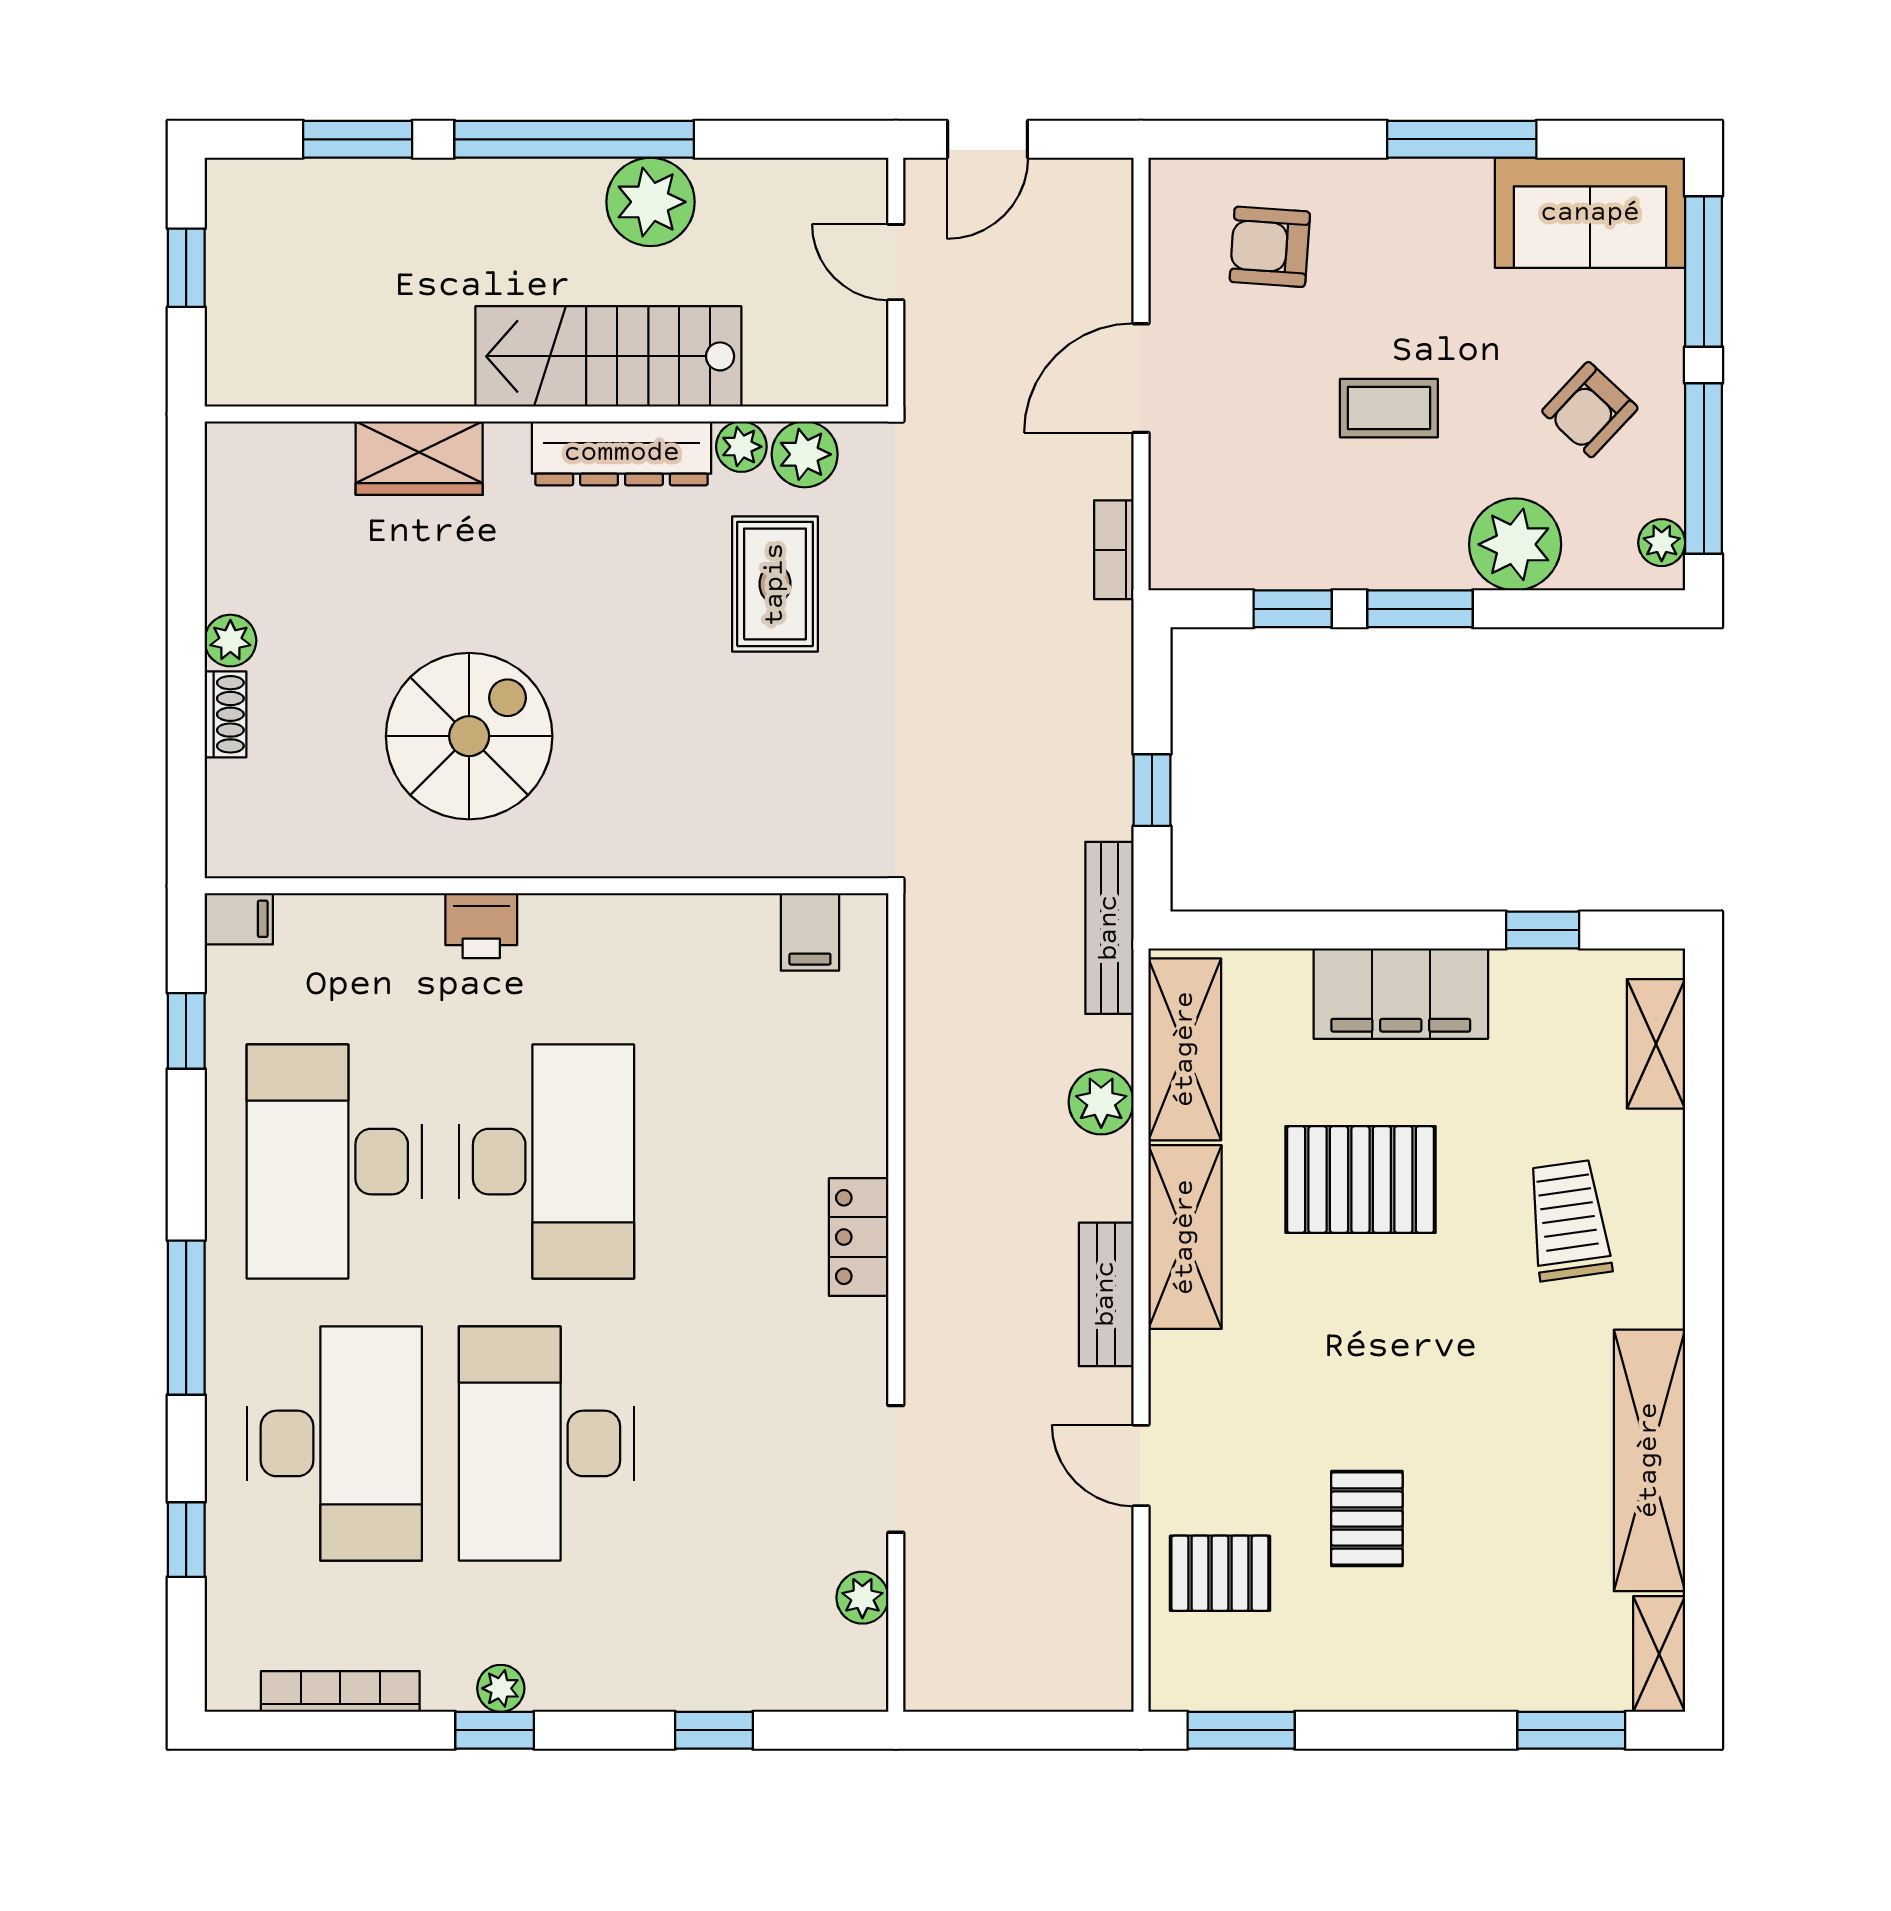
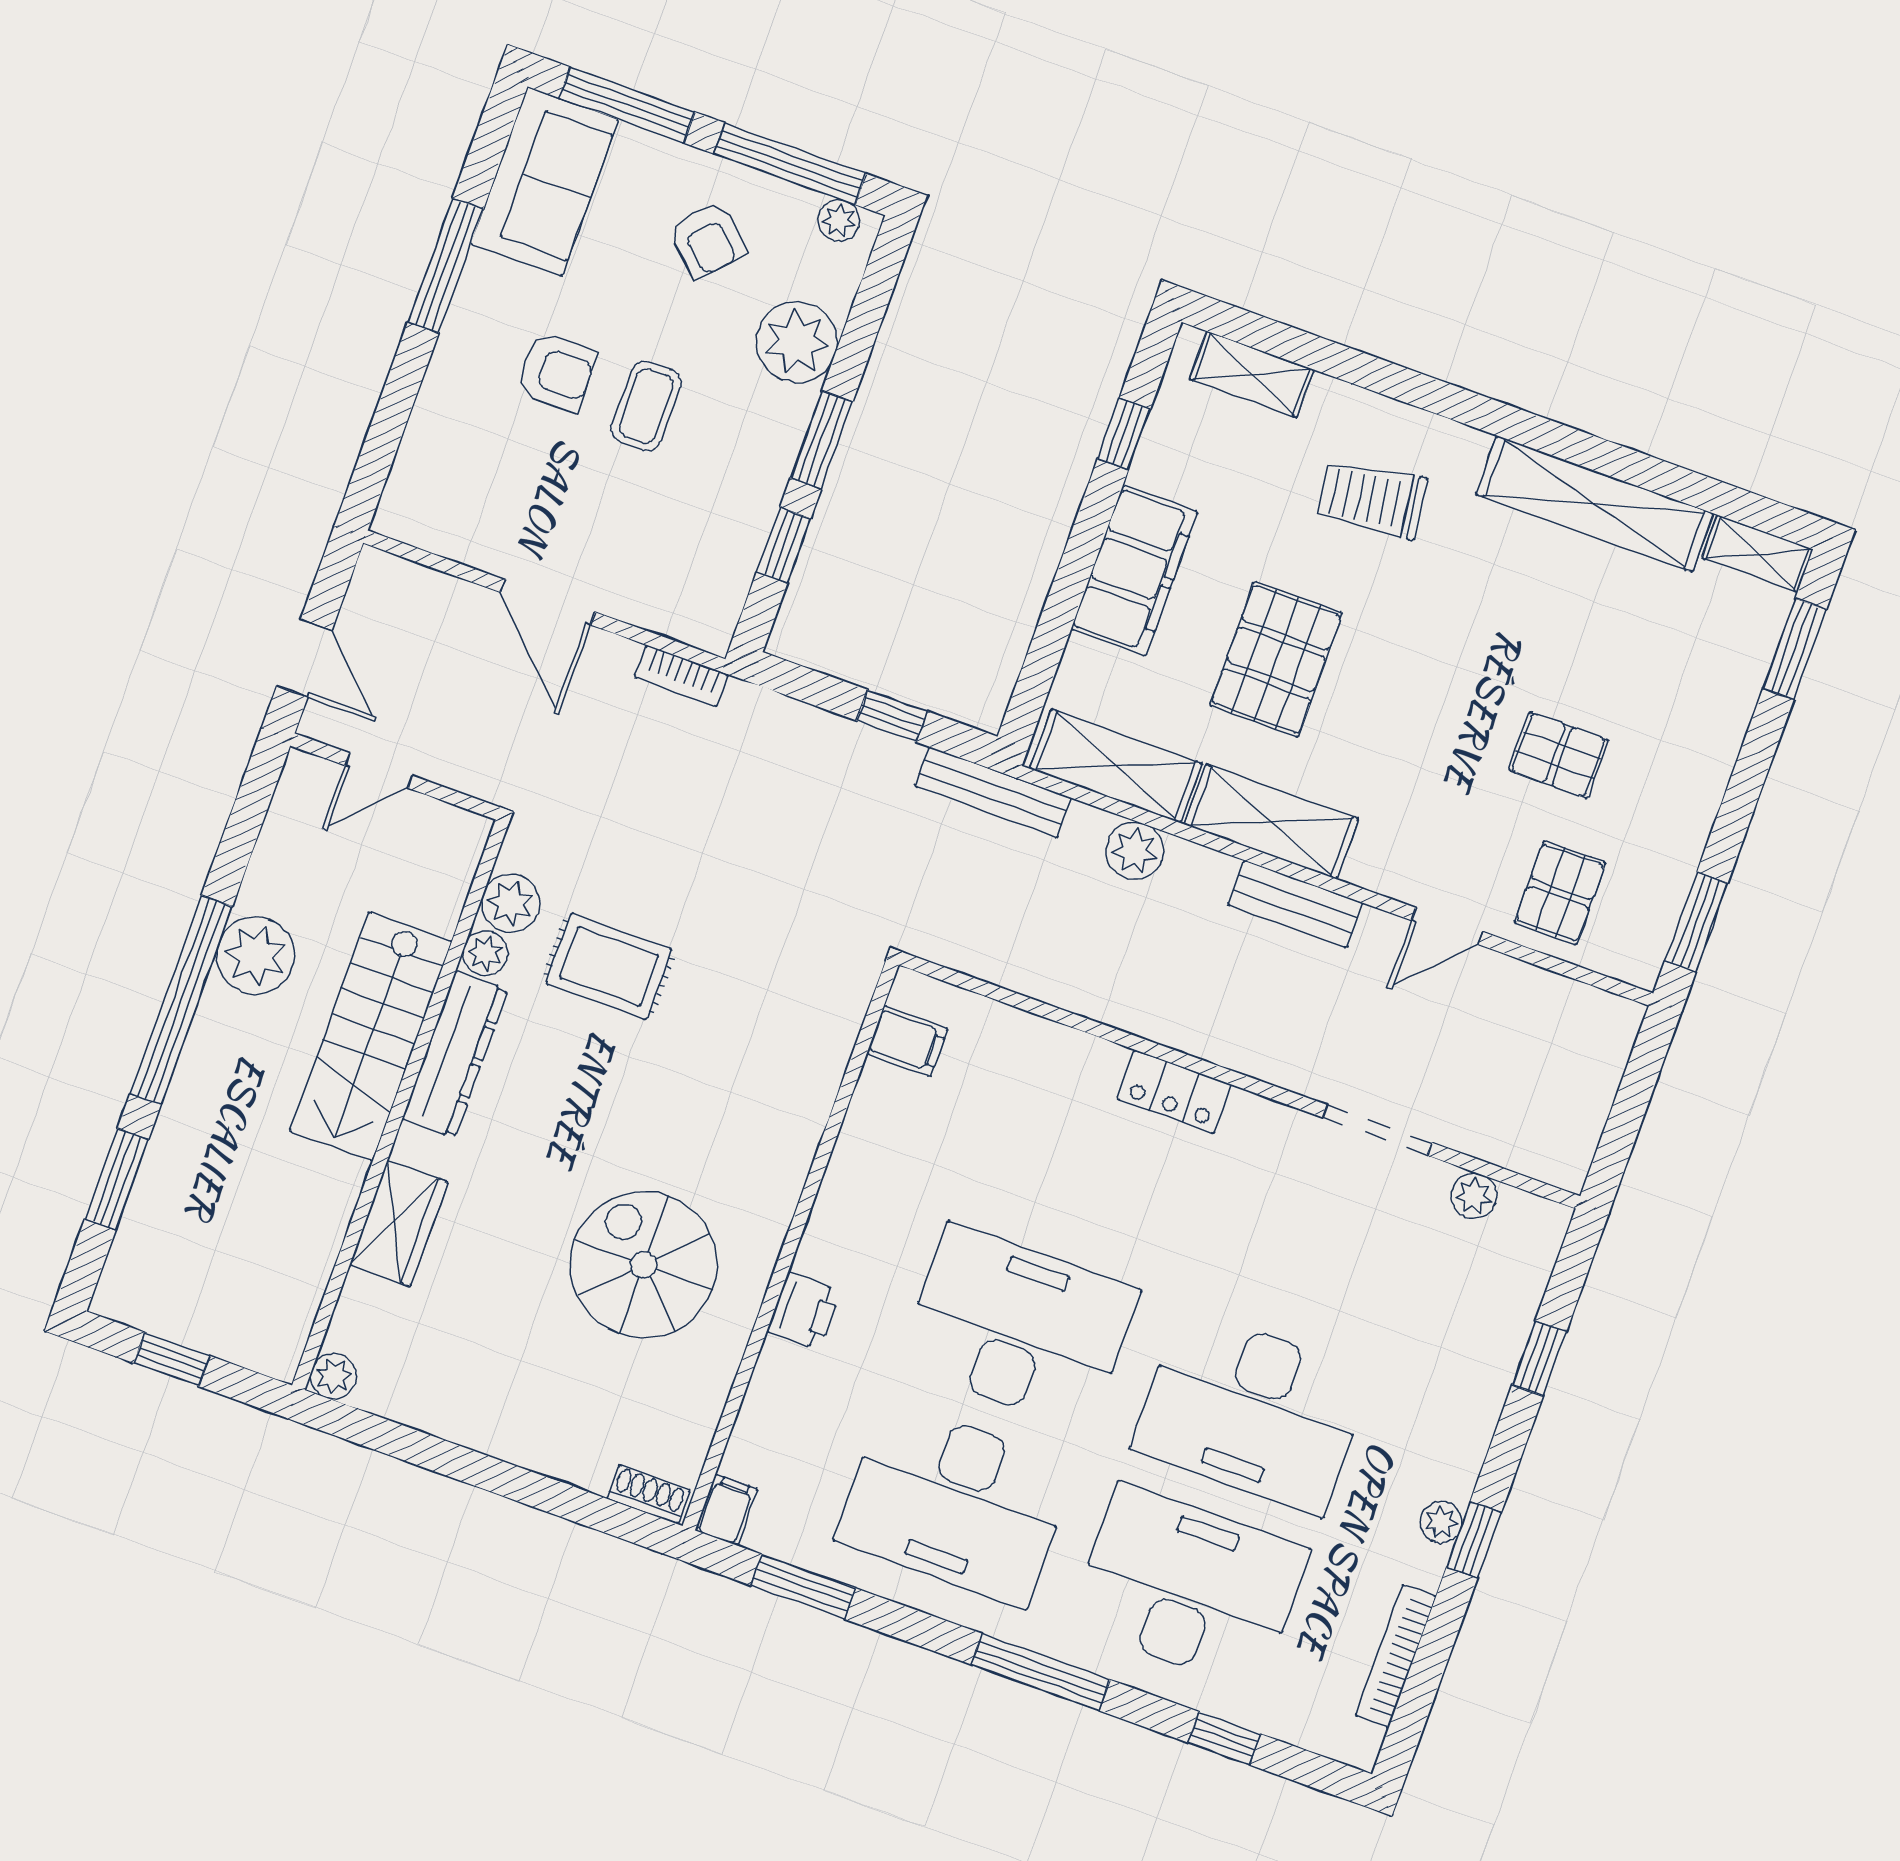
armchair: (1270, 247) -> (556, 372), moved, turned -94
plant: (230, 641) -> (333, 1376), moved
shoe rack: (225, 714) -> (649, 1494), moved
window: (186, 1031) -> (803, 1587), width x1.50

